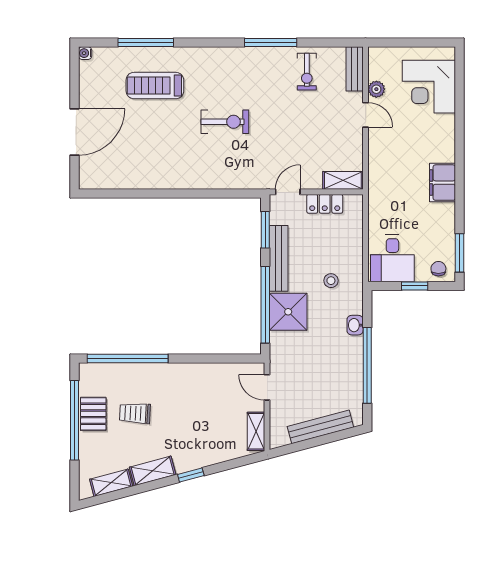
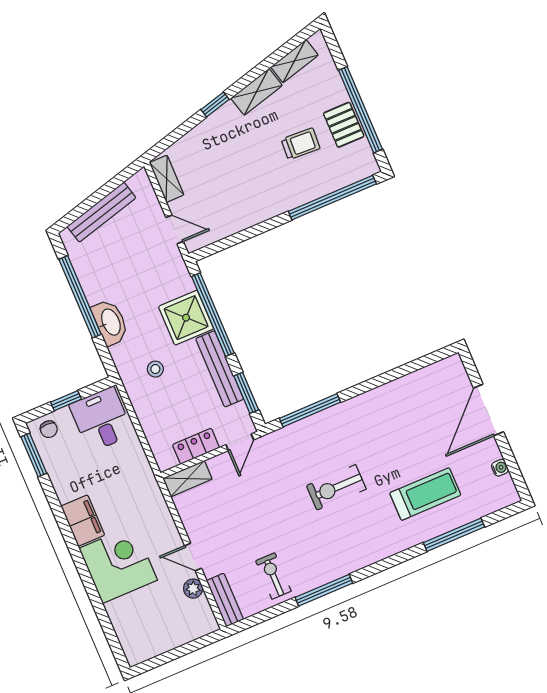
water cooler: (85, 53) -> (500, 468), moved
corner desk: (429, 87) -> (118, 564), moved
window: (220, 194) -> (310, 410), added
washbasin: (355, 325) -> (110, 322), width x1.91, depth x1.45

